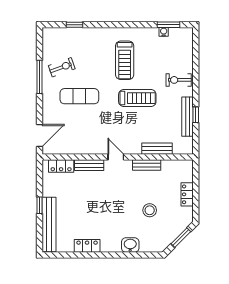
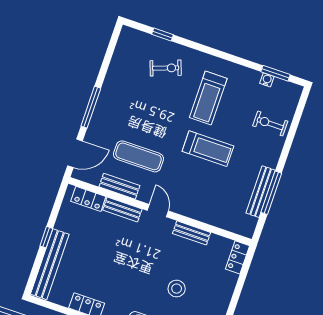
exercise bike: (62, 67) -> (166, 68), moved
window: (40, 77) -> (91, 107), moved
exercise bike: (179, 80) -> (270, 124), moved
exercise mat: (79, 96) -> (138, 156), moved
window: (196, 115) -> (271, 193), width x2.17
bench: (157, 149) -> (119, 186), moved
locker: (187, 194) -> (238, 257), moved

